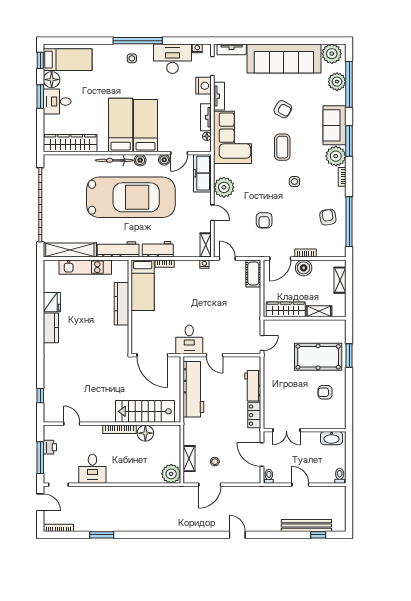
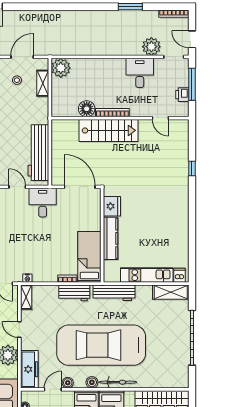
garage door: (40, 205) -> (192, 338), width x0.73
shelving: (70, 250) -> (171, 292), width x0.68
dishwasher: (53, 267) -> (180, 275), added
fridge: (52, 302) -> (112, 206), moved, turned 180
kitchen counter: (51, 328) -> (181, 214), removed
window: (40, 396) -> (192, 168), moved
stairs: (145, 411) -> (108, 130), moved
plant: (81, 495) -> (151, 47), added

